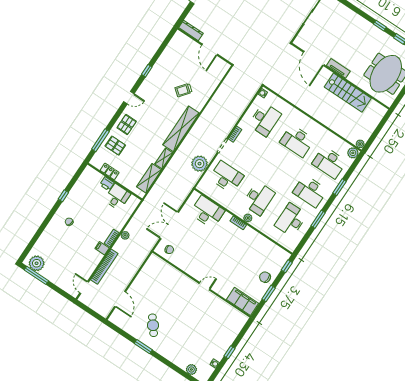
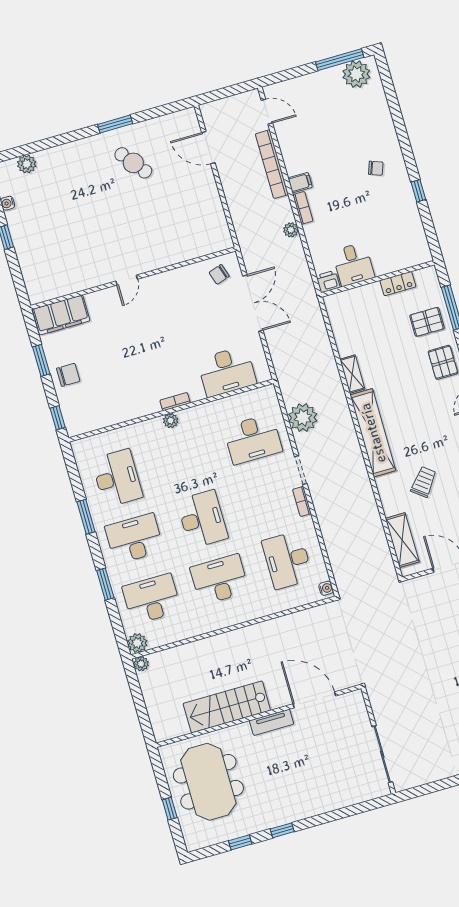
shelving: (149, 178) -> (402, 540), moved
printer: (107, 184) -> (328, 282), moved
desk: (259, 198) -> (202, 519), moved, turned 180

